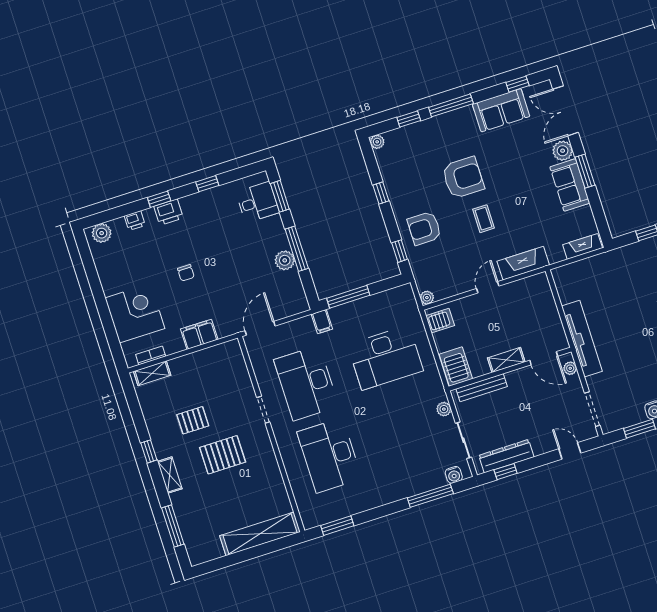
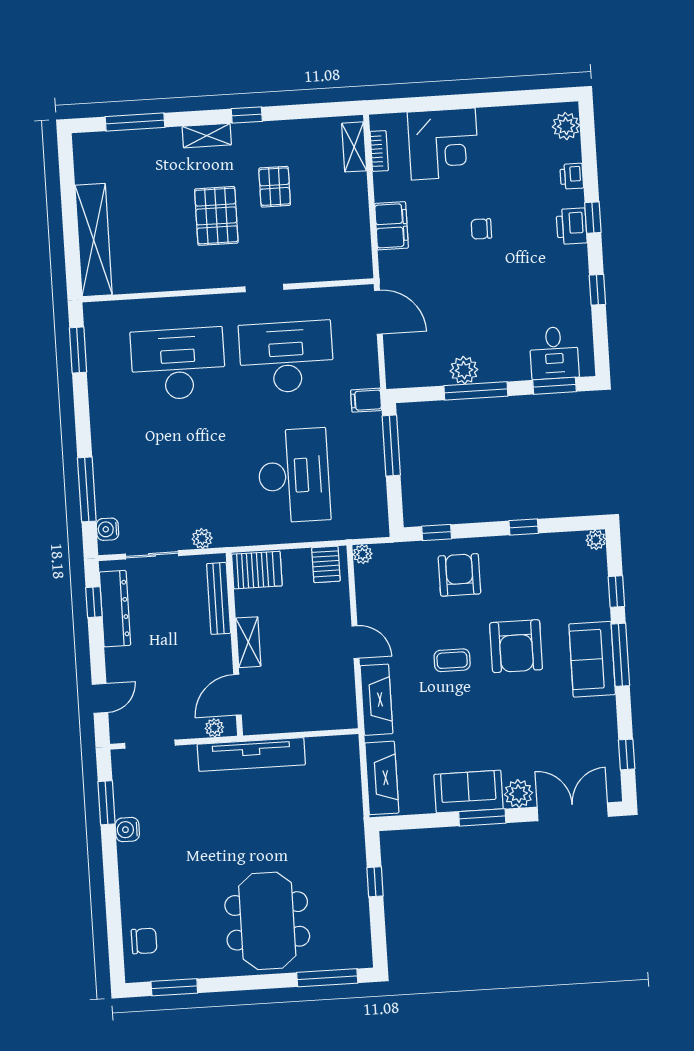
sofa: (501, 110) -> (592, 659), moved
fireplace: (583, 246) -> (382, 778), width x1.37, depth x1.32
desk: (385, 358) -> (294, 476), turned 180

